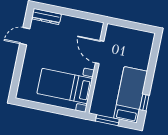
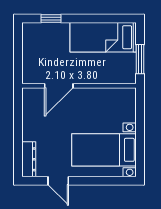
bed with nightstands: (65, 86) -> (104, 150), moved, turned 90
window: (144, 103) -> (51, 18), moved

